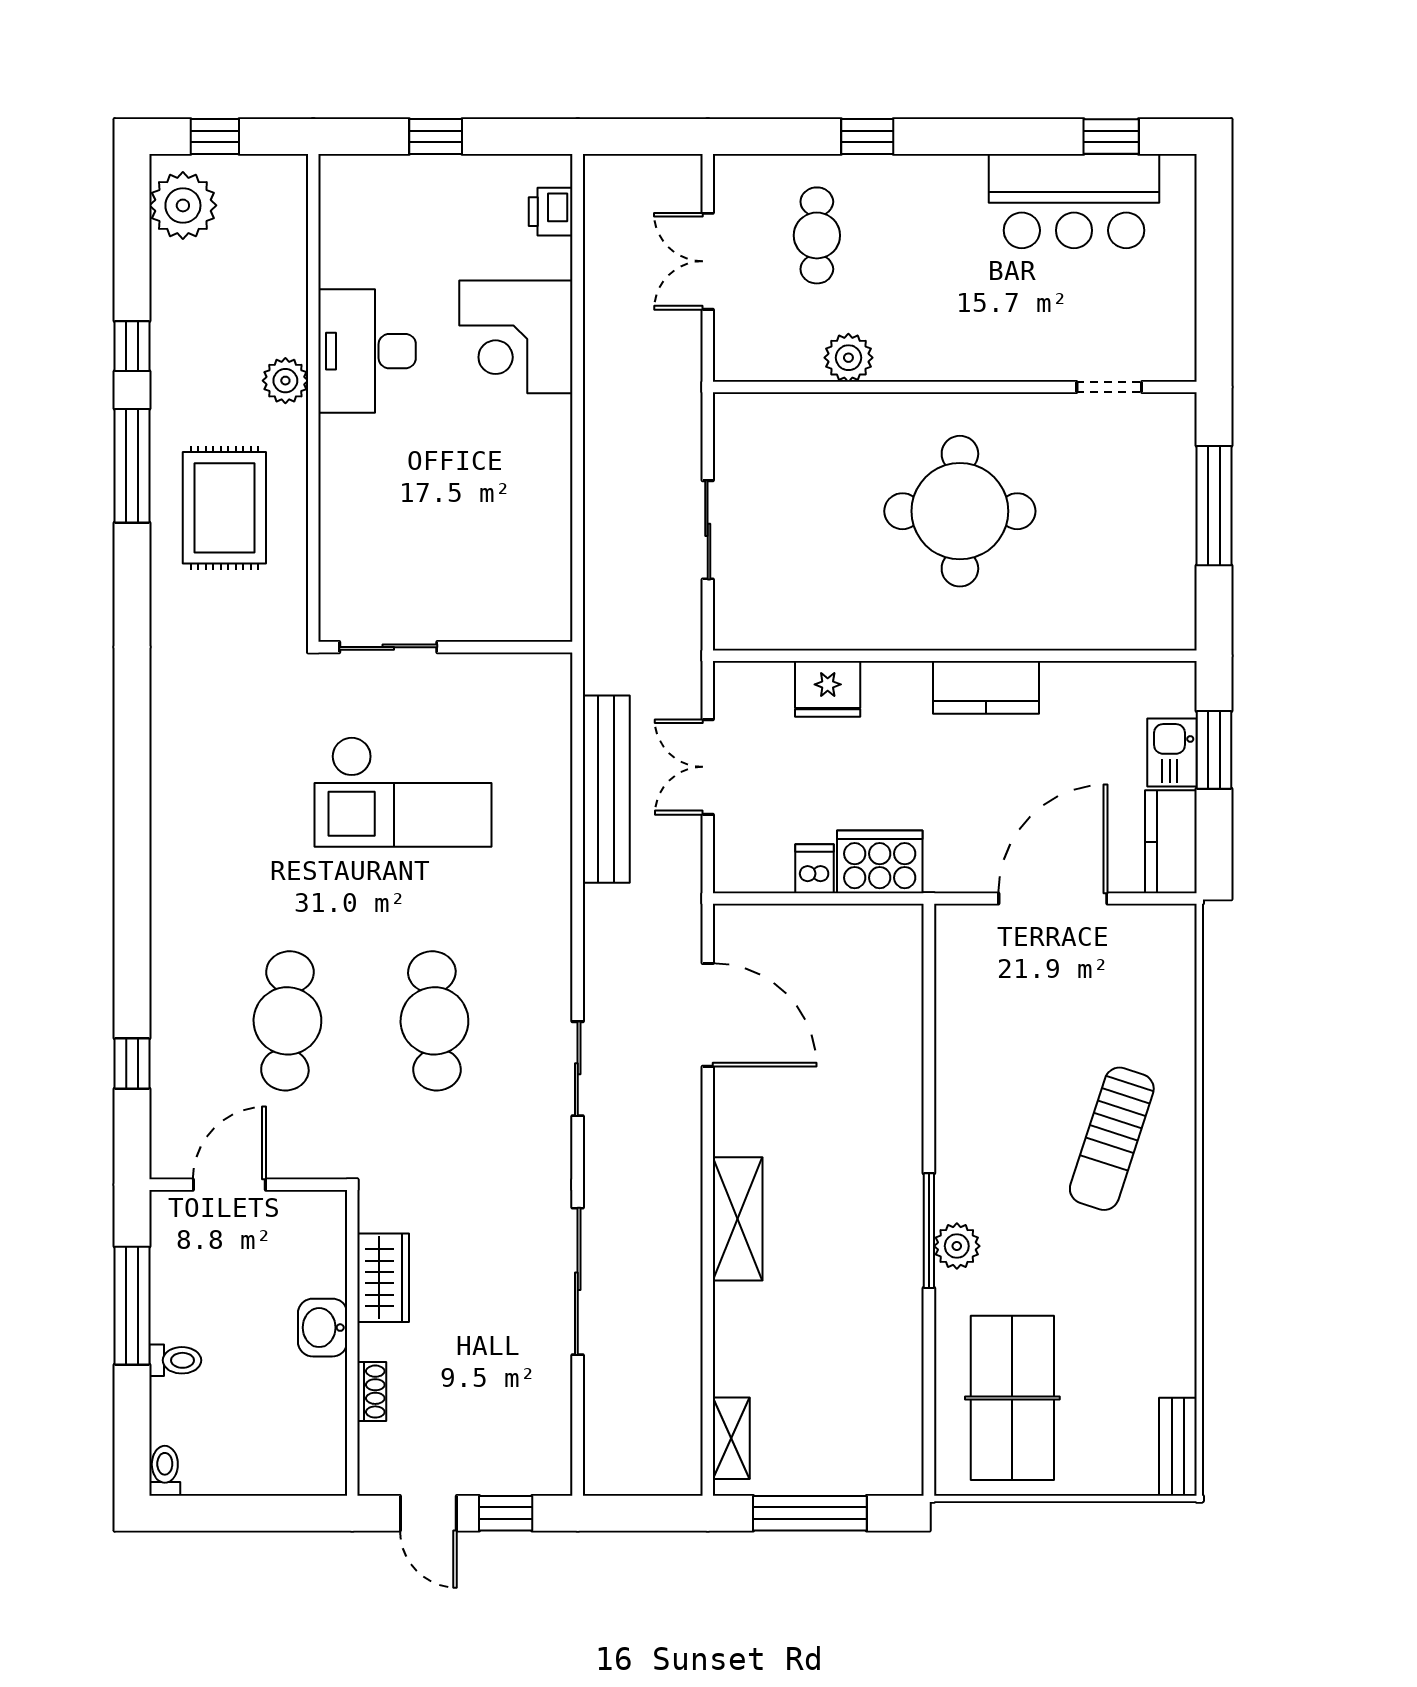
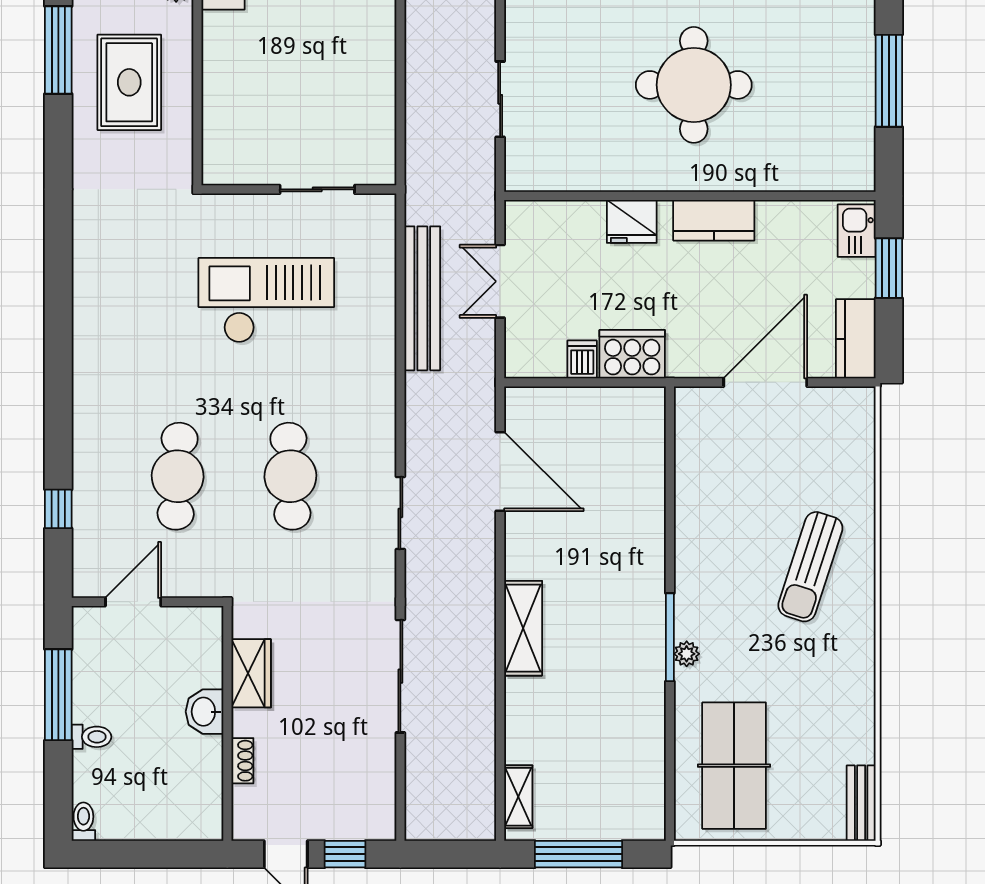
sliding door: (388, 647) -> (317, 189), moved
fridge: (828, 689) -> (632, 221), moved
kitchen sink: (1172, 753) -> (857, 231), moved
checkout: (403, 792) -> (266, 300), turned 180
plant: (957, 1246) -> (687, 654), width x0.73, depth x0.73

